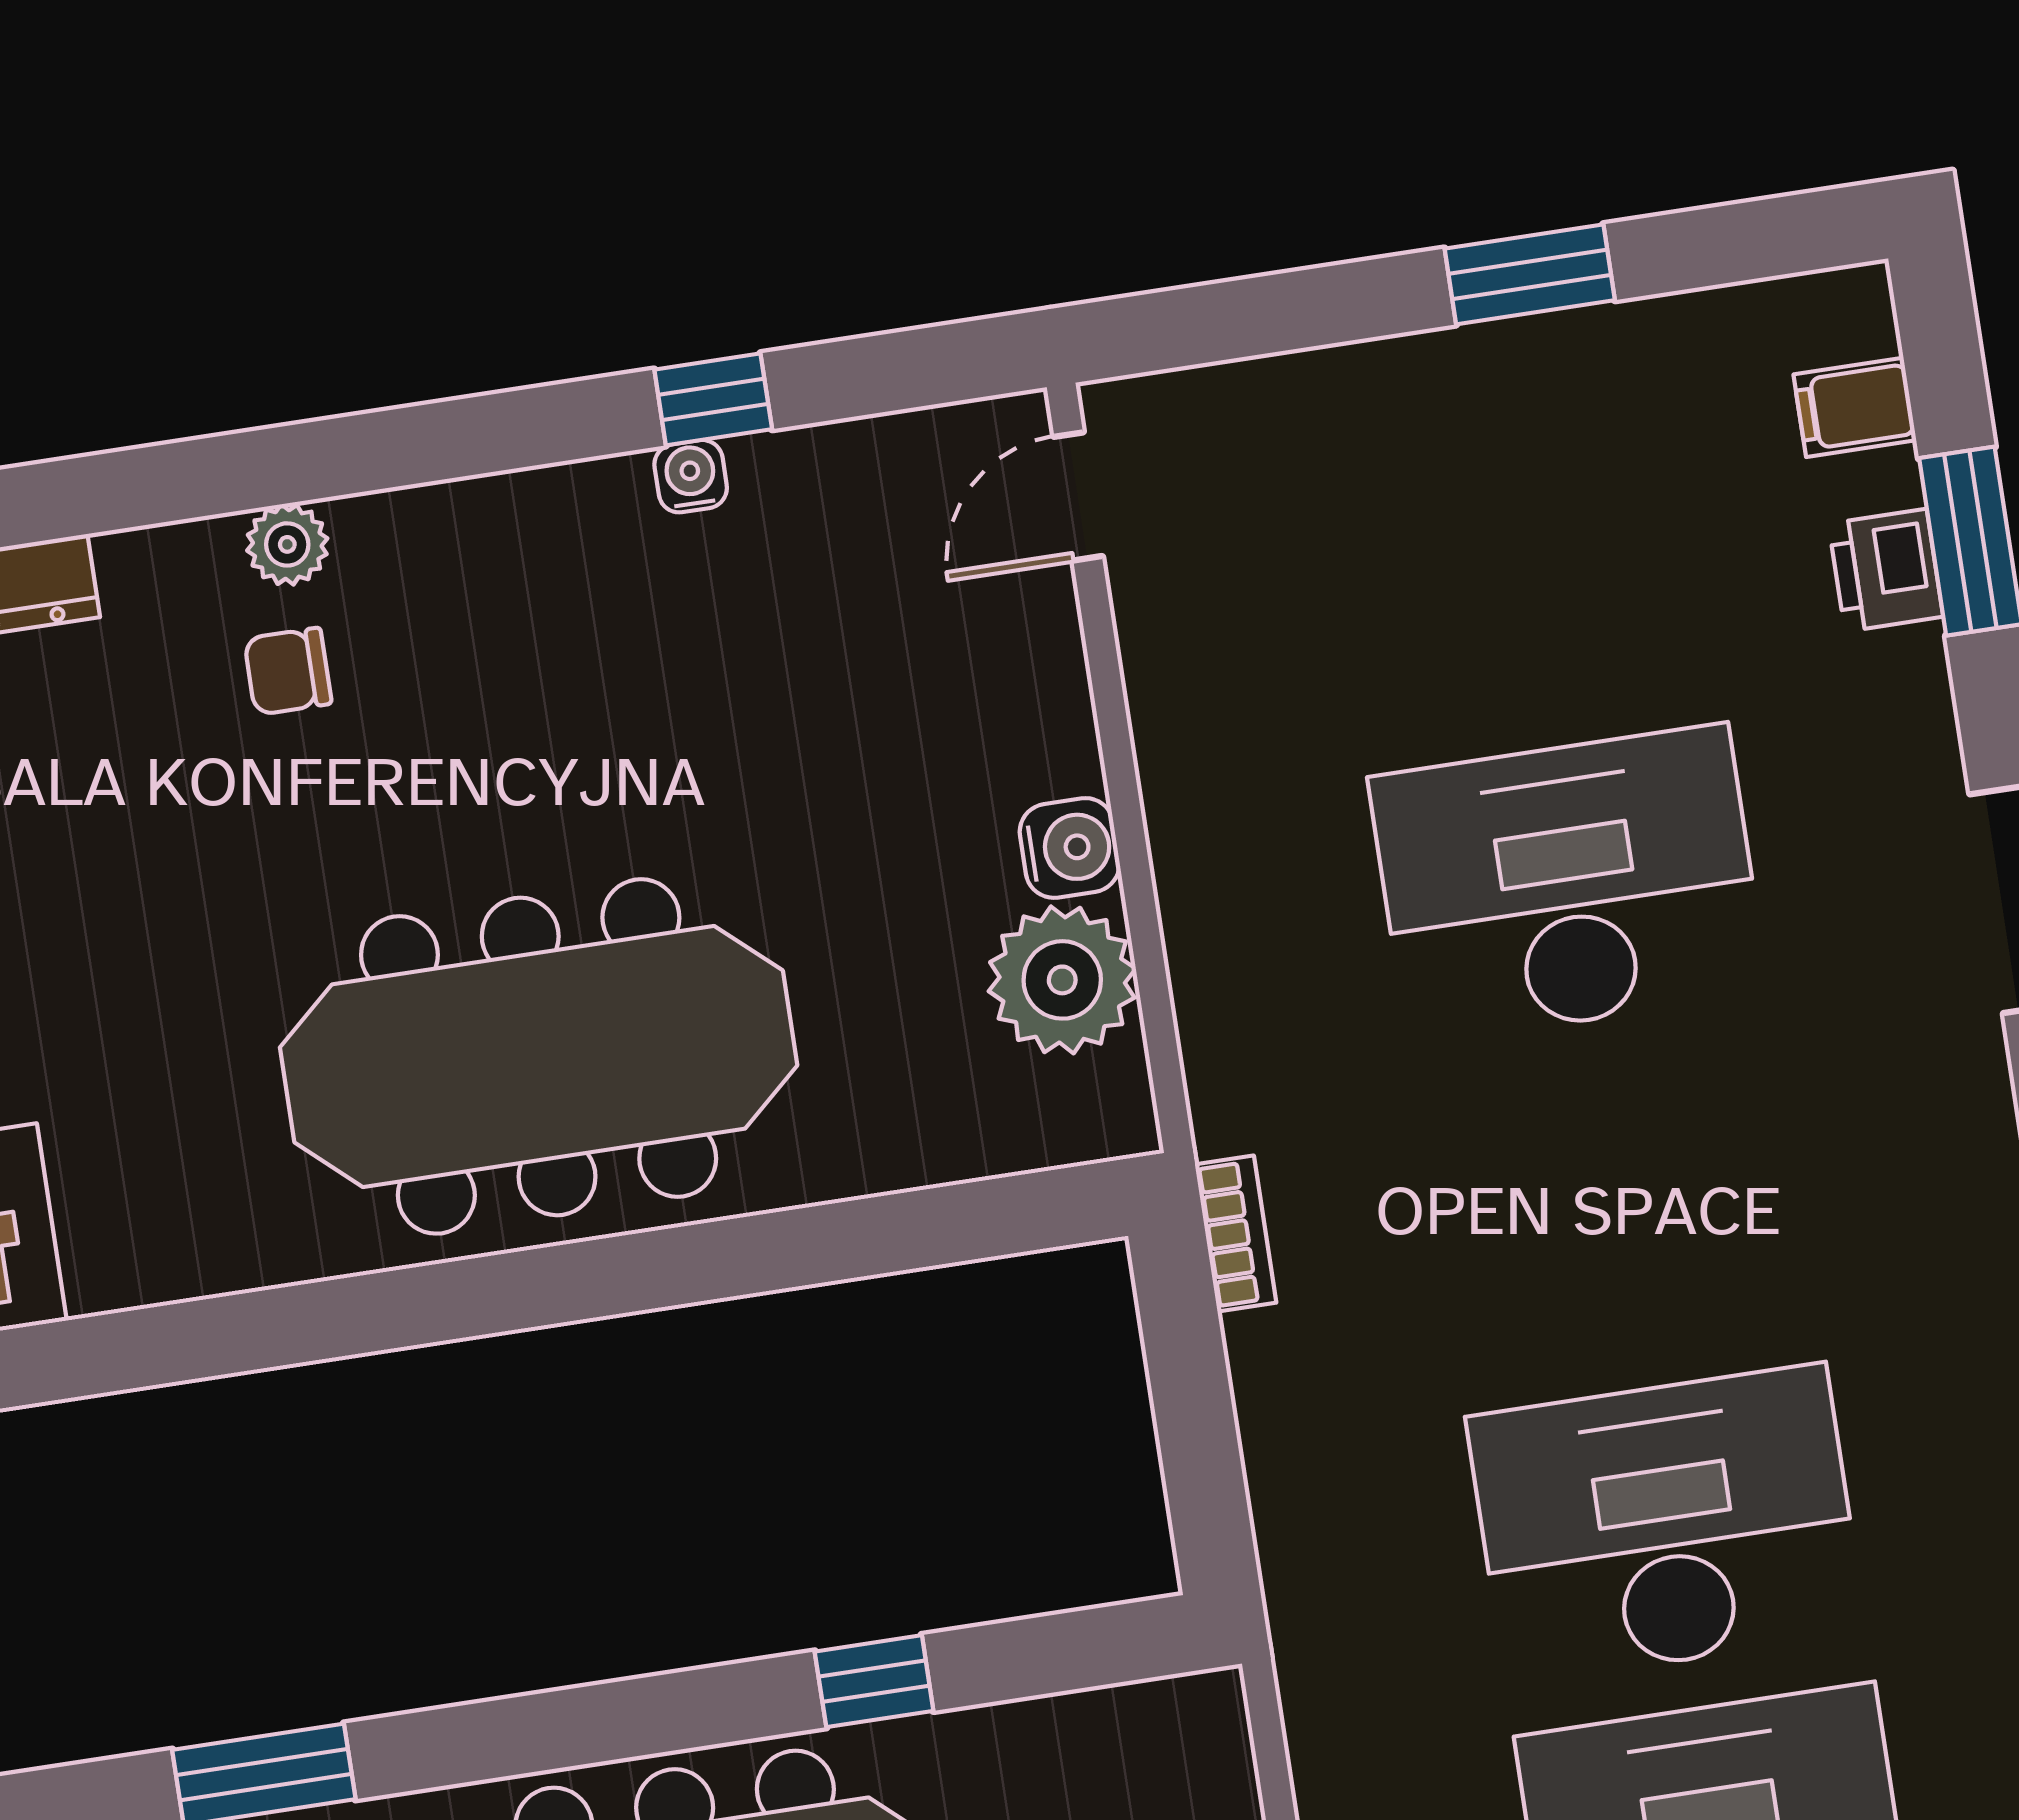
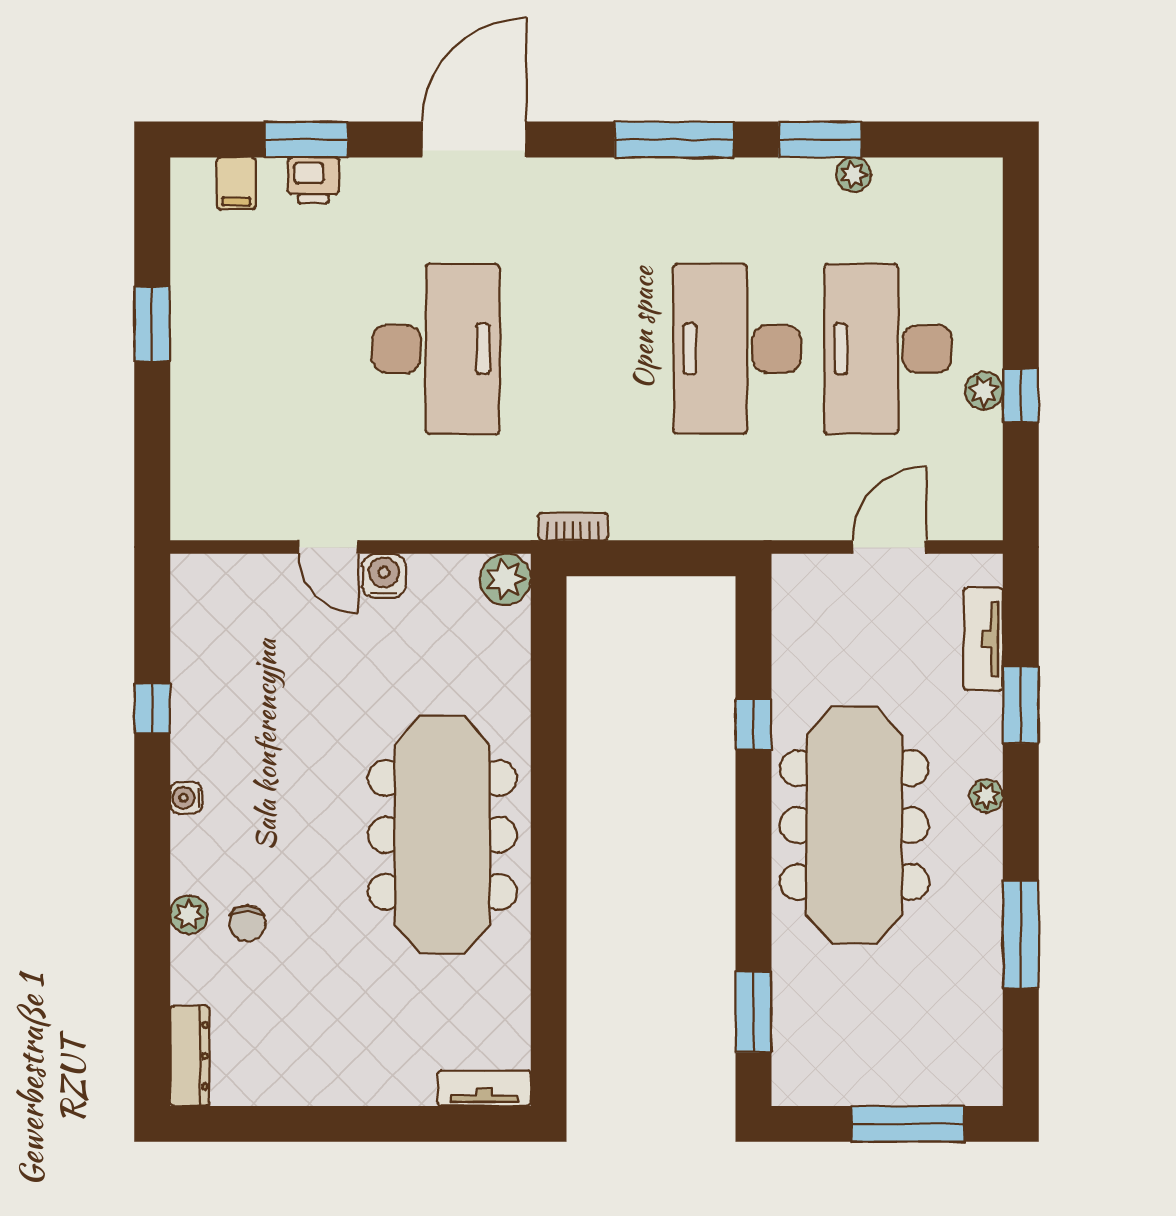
water cooler: (691, 476) -> (186, 798), moved
door: (1078, 496) -> (328, 547), moved
desk: (1568, 885) -> (436, 349), turned 180
plant: (1062, 980) -> (505, 579), moved, width x0.73, depth x0.73

